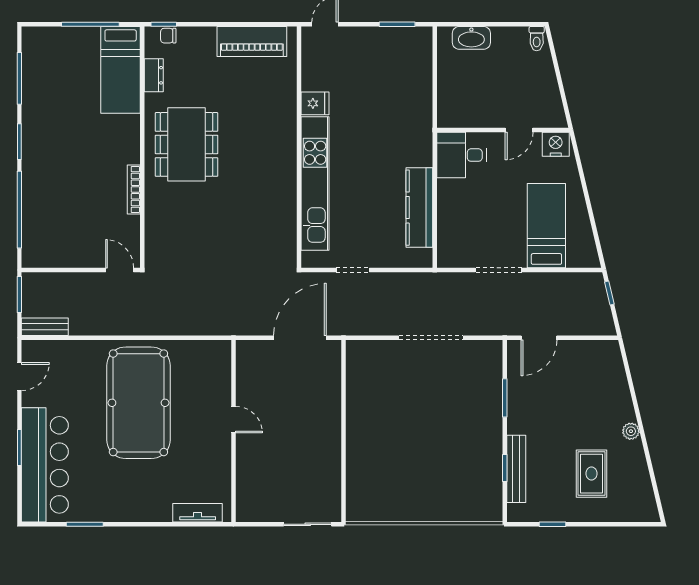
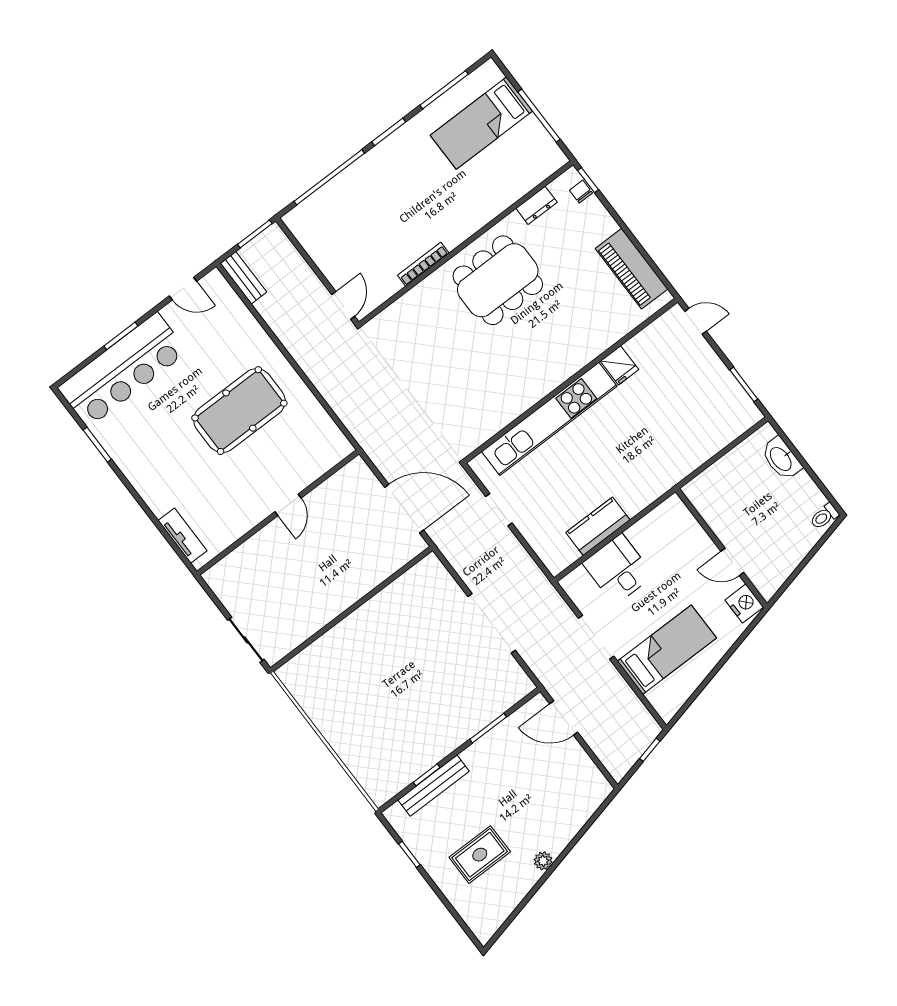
bed: (121, 70) -> (481, 123), moved
desk: (461, 155) -> (618, 569), moved
kitchen counter: (419, 208) -> (598, 526), width x0.67
pool table: (138, 403) -> (239, 411), width x0.73, depth x0.76

